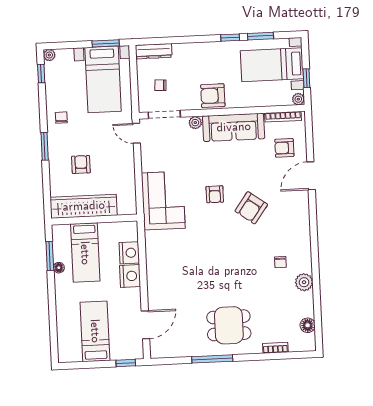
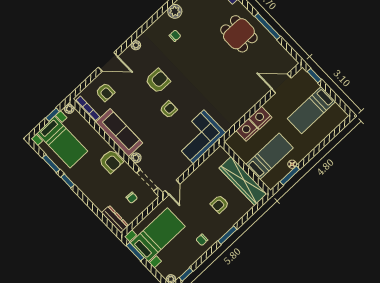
armchair: (251, 208) -> (158, 81), turned -35
plant: (304, 216) -> (136, 45), added

